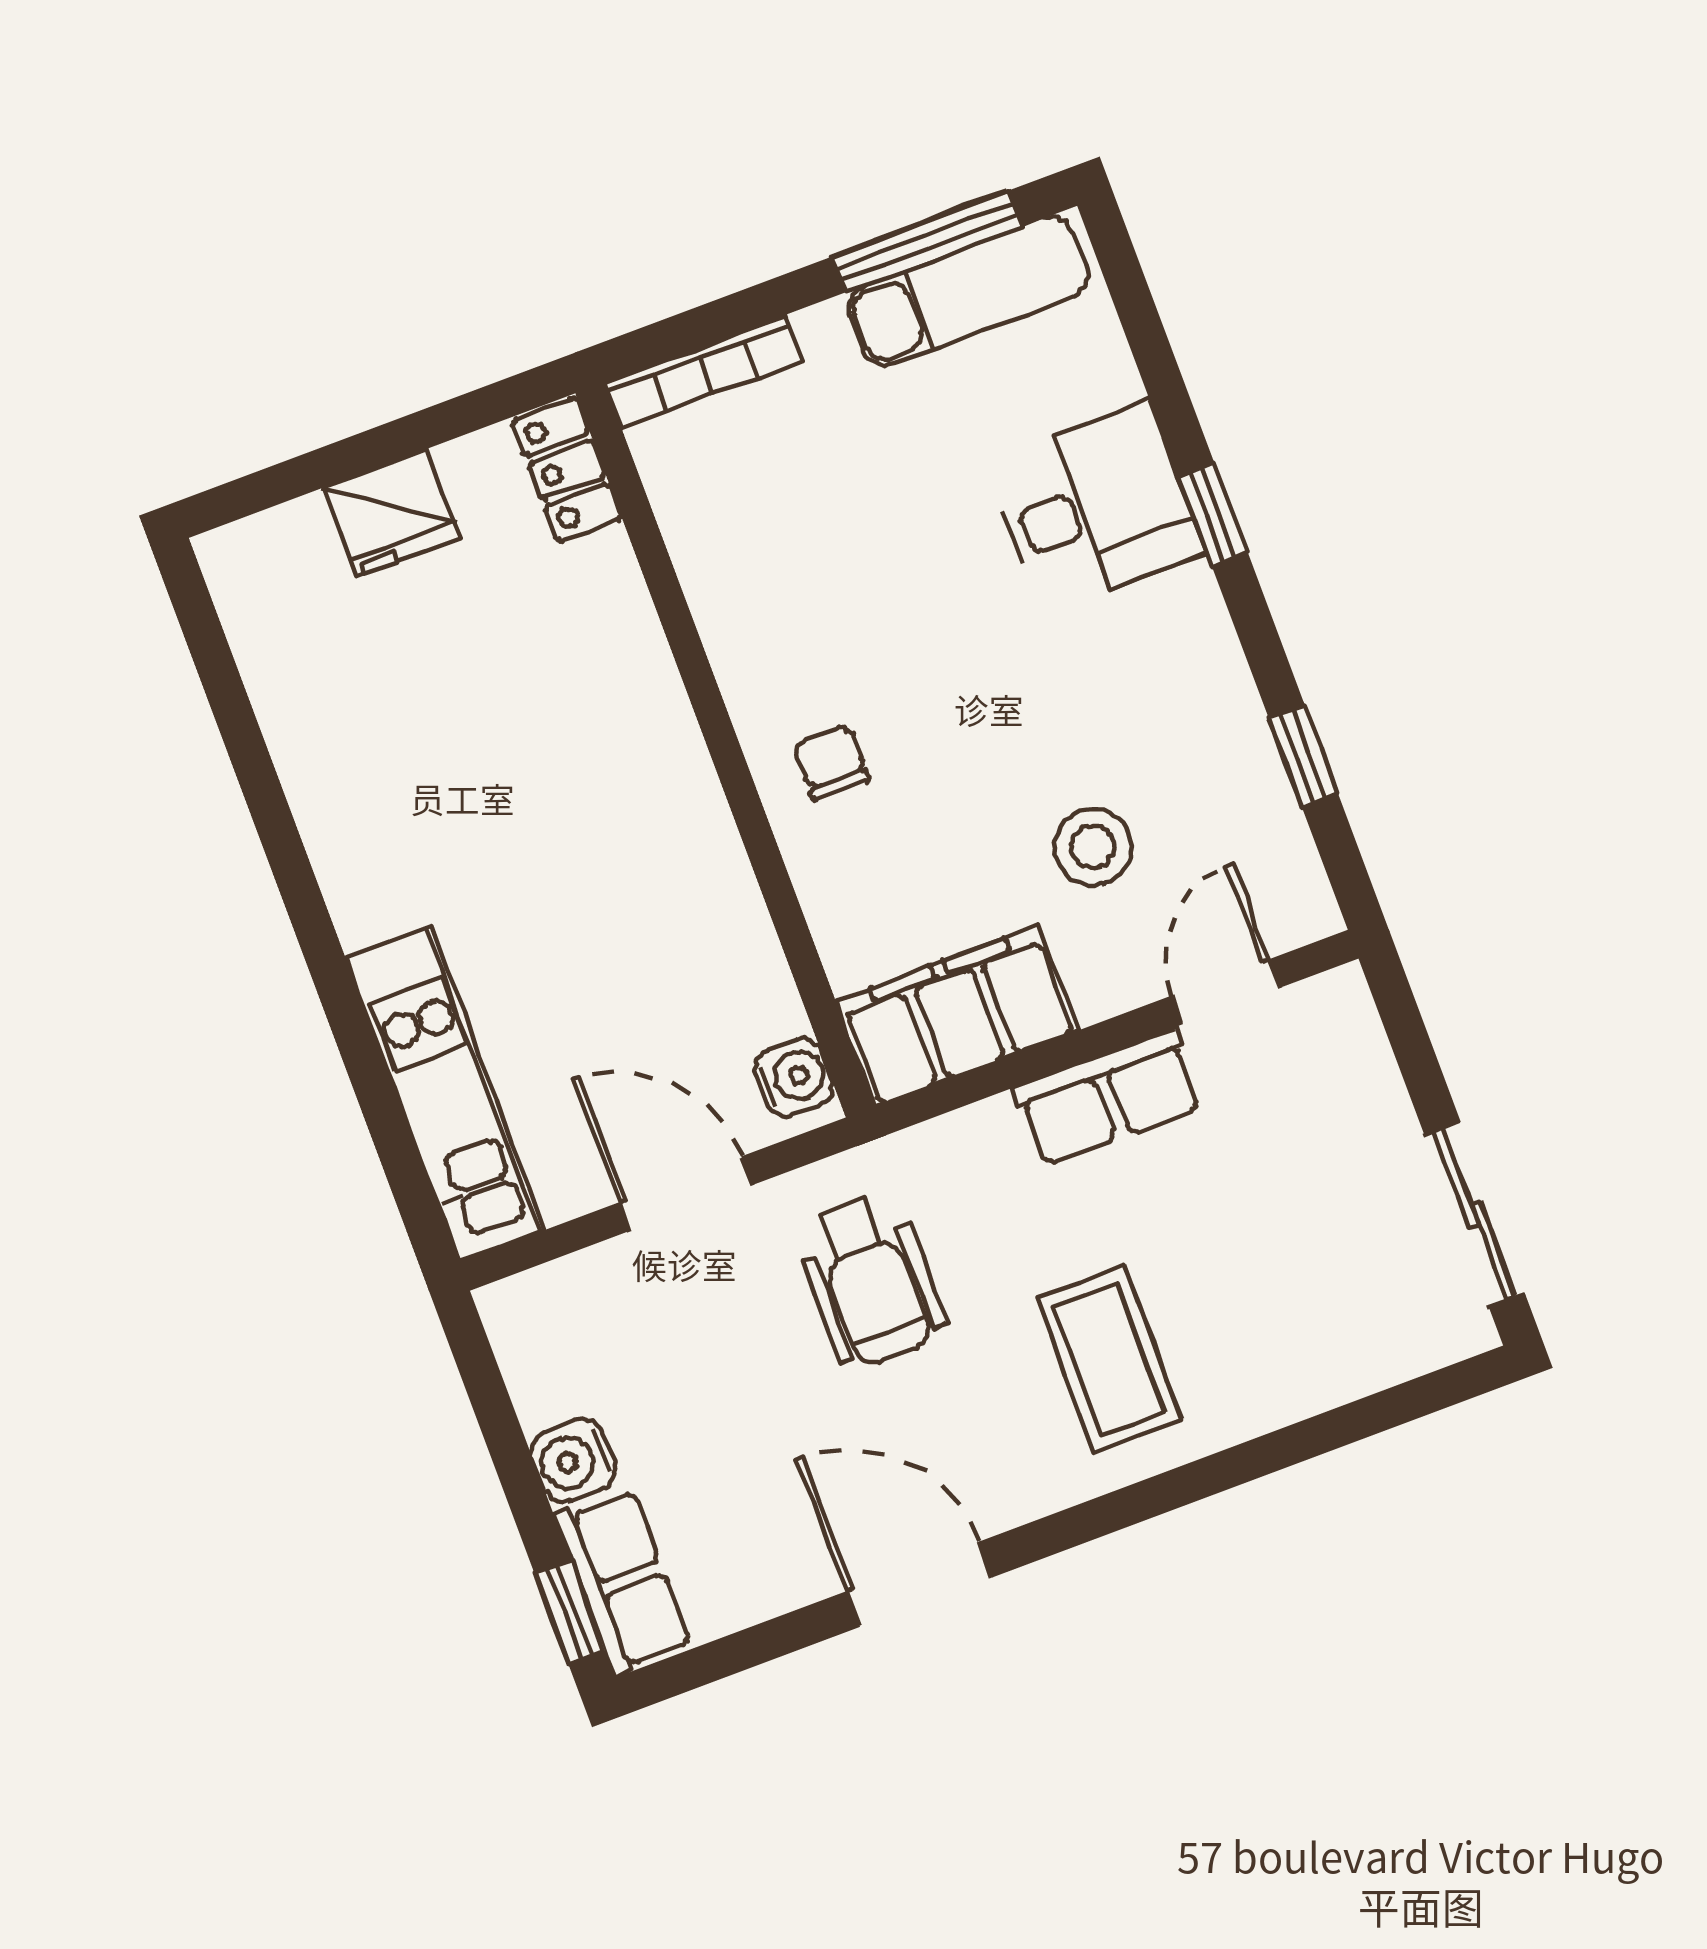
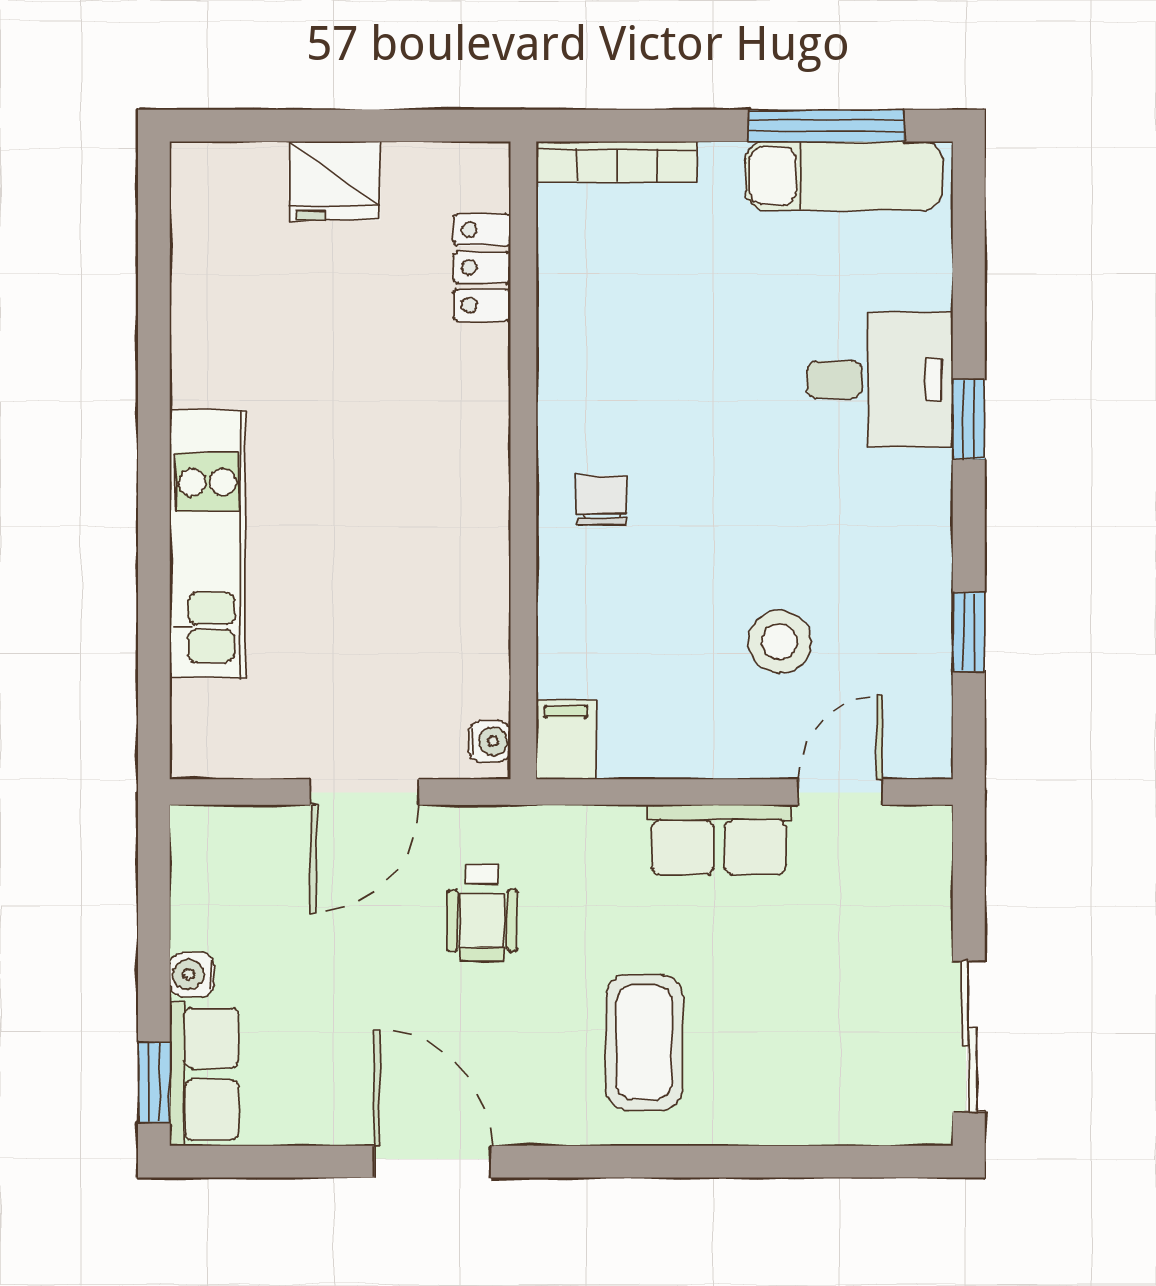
locker: (567, 470) -> (482, 267), moved
filing cabinet: (957, 1016) -> (566, 740), width x0.33, depth x0.86
water cooler: (794, 1077) -> (490, 741), width x0.72, depth x0.72
kitchen unit: (445, 1094) -> (207, 544), moved
door: (685, 1194) -> (364, 792), swing flipped
wheelchair: (870, 1281) -> (482, 913), width x0.73, depth x0.73
water cooler: (573, 1461) -> (192, 975), width x0.72, depth x0.72

